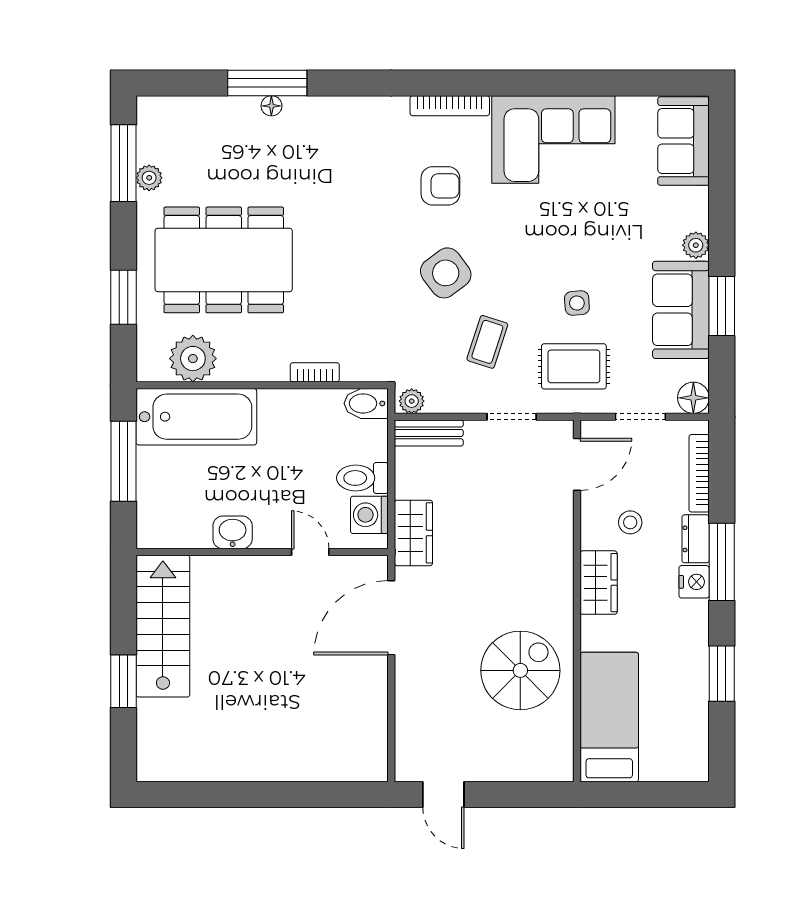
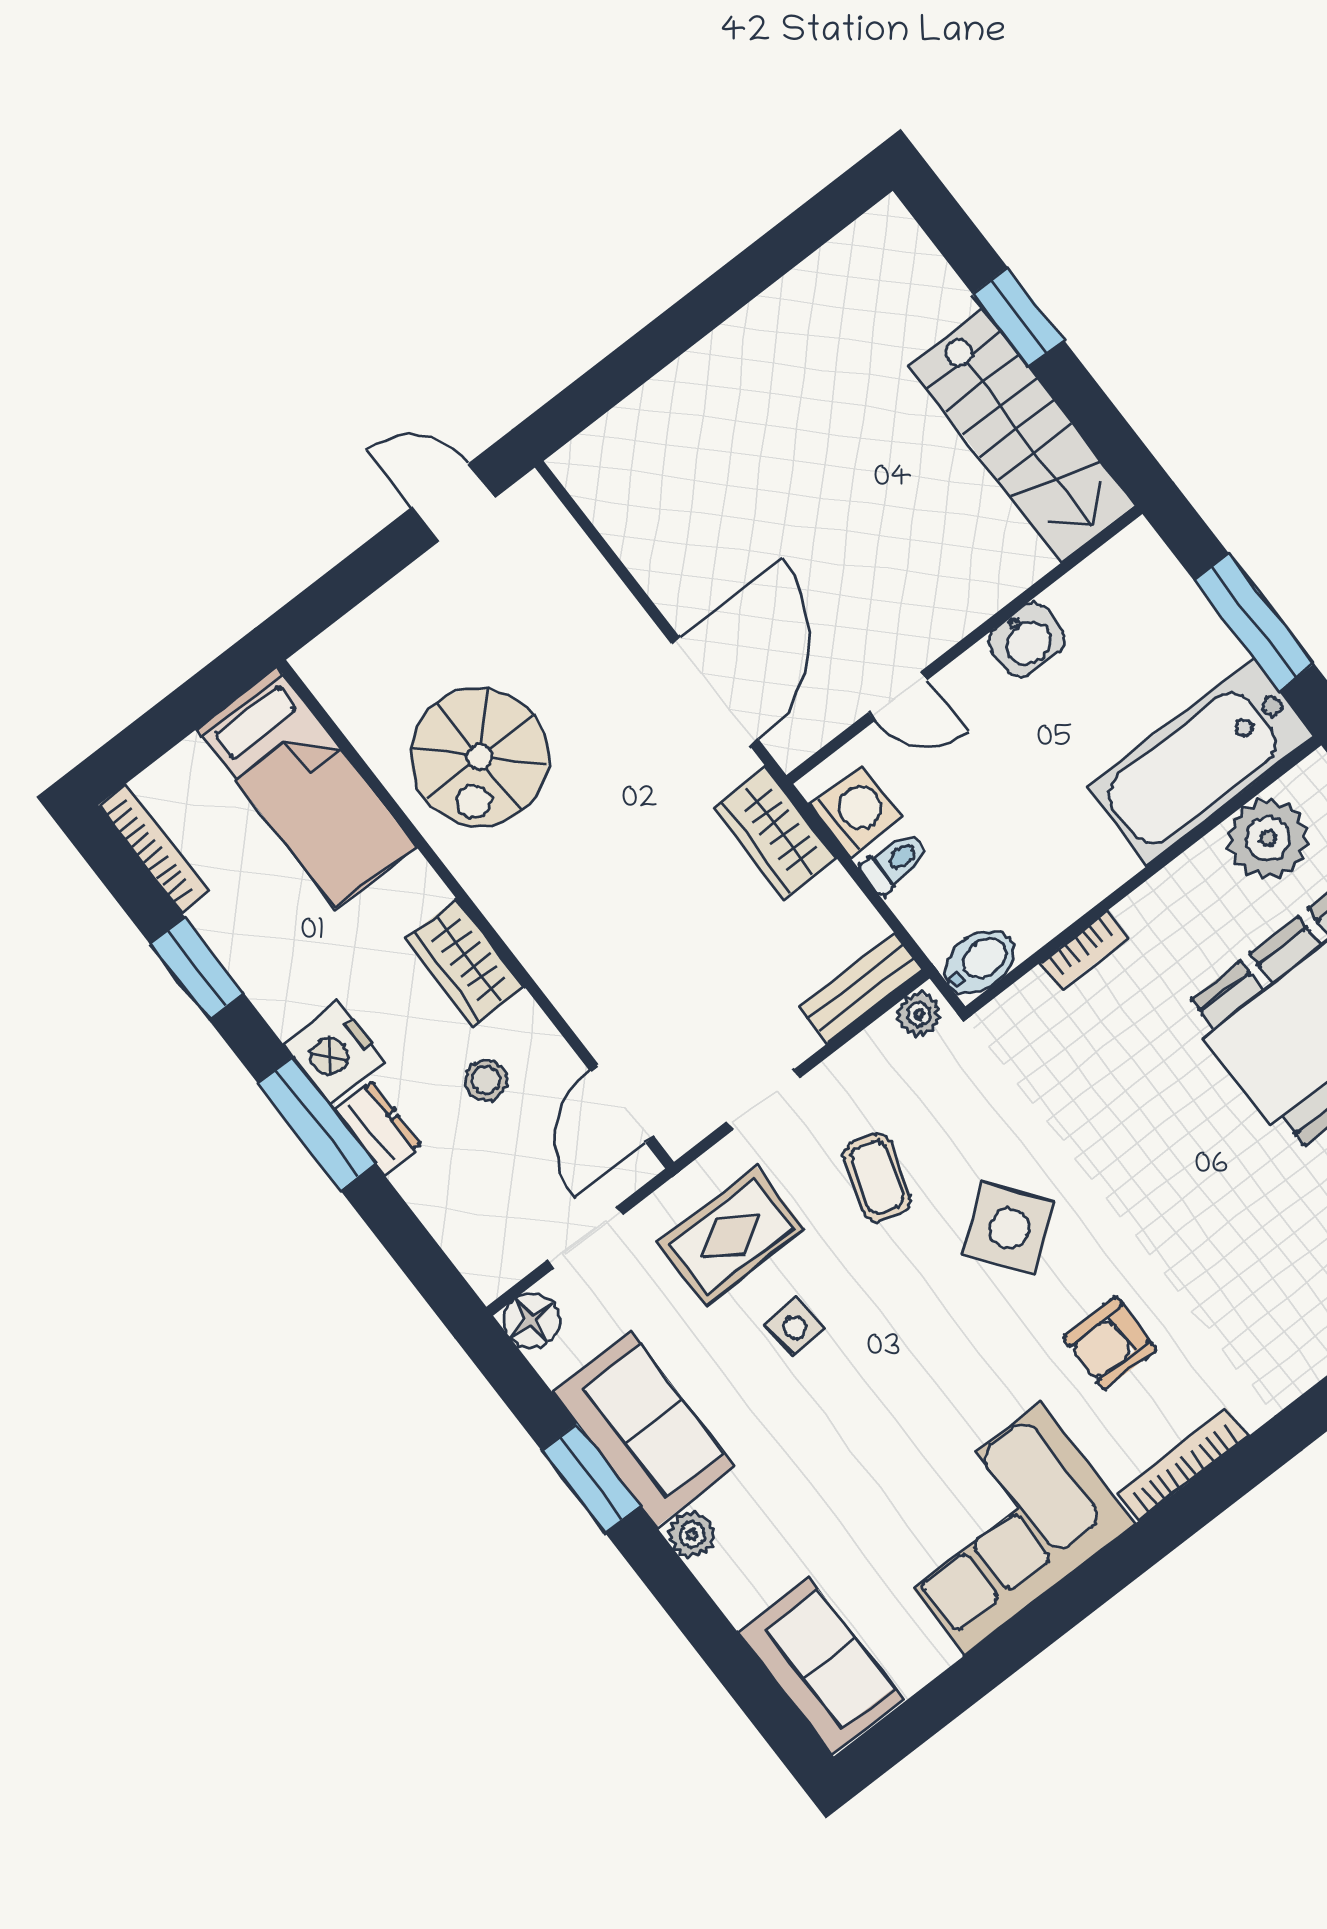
bookcase: (699, 473) -> (154, 848), moved
toilet: (362, 478) -> (895, 862), width x0.73, depth x0.72
nightstand: (694, 582) -> (334, 1053), width x1.36, depth x1.33

